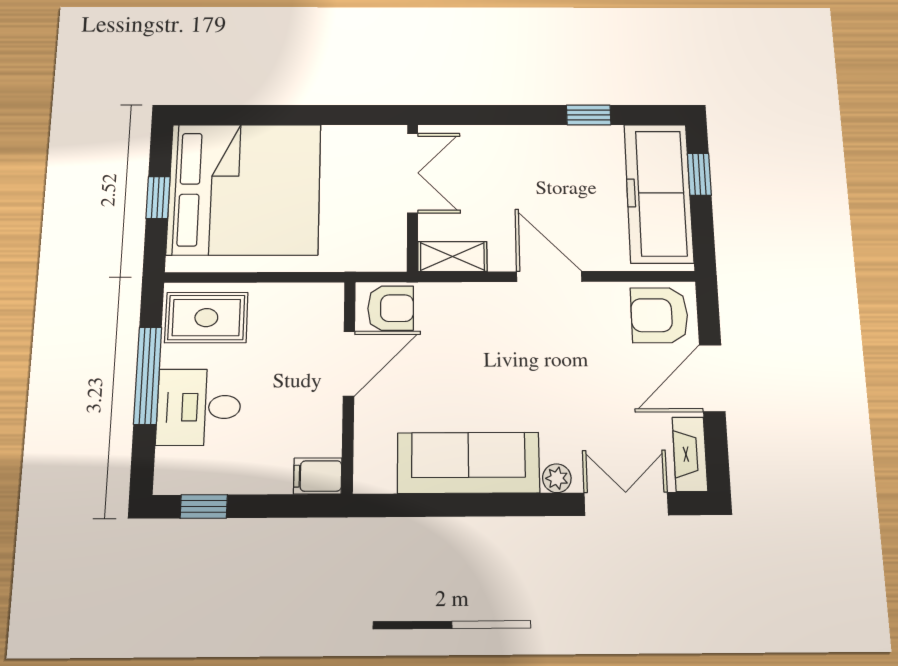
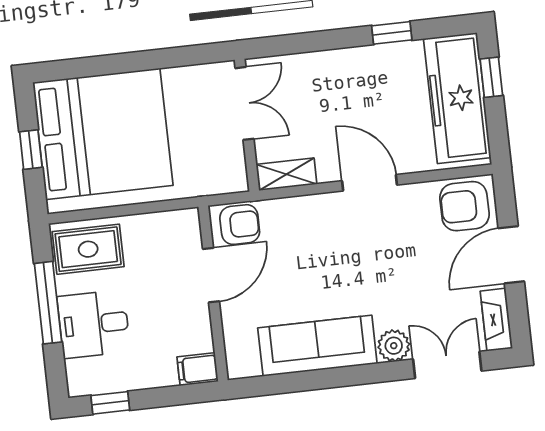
plant: (557, 478) -> (394, 346), width x1.38, depth x1.38

